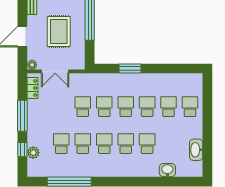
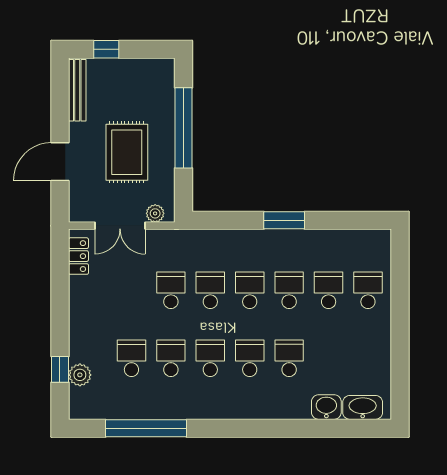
plant: (32, 65) -> (155, 213), moved
window: (130, 69) -> (284, 220), moved
window: (22, 116) -> (60, 307), removed
washbasin: (196, 150) -> (363, 407), moved, turned 90

